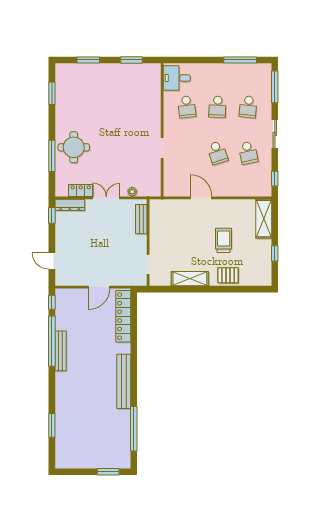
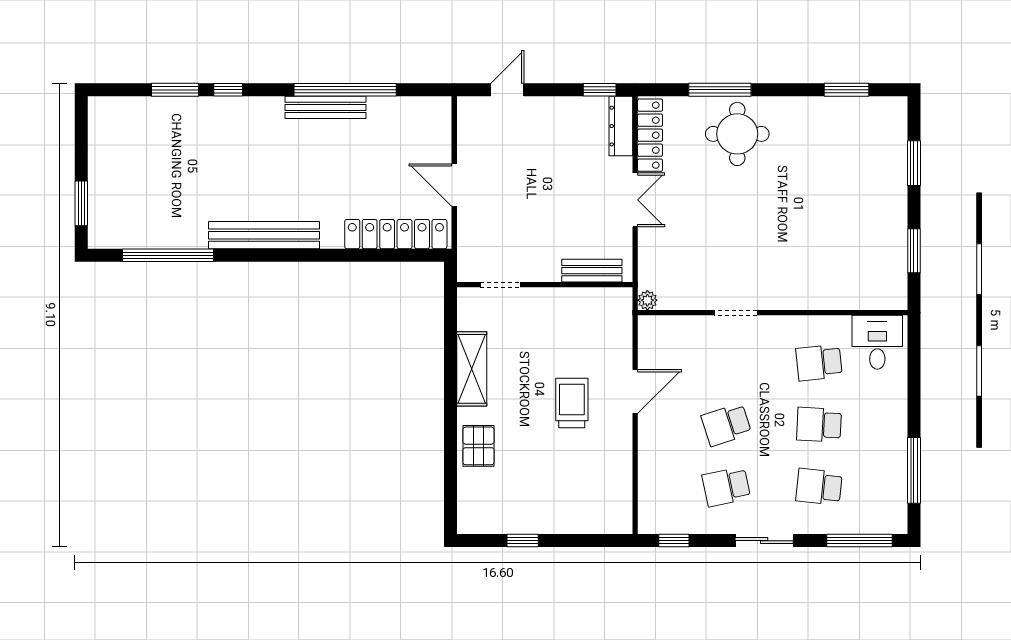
locker: (81, 190) -> (650, 135), width x1.53
plant: (132, 192) -> (647, 300), moved
shelving: (264, 219) -> (593, 518), removed
trolley: (224, 240) -> (572, 403), moved, turned -90
window: (52, 302) -> (228, 90), moved

